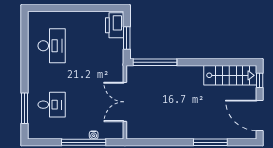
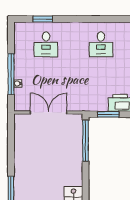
desk: (52, 46) -> (101, 44), width x0.73
window: (25, 108) -> (43, 19), width x0.69

